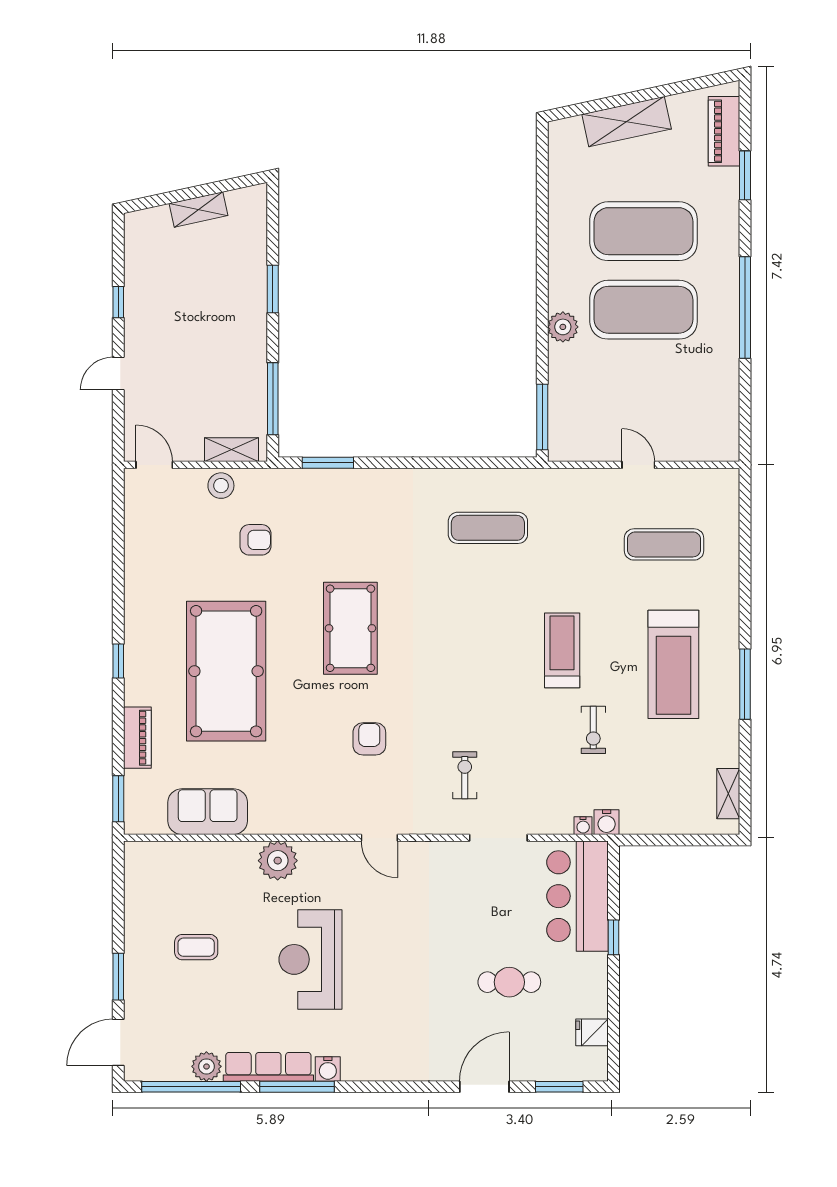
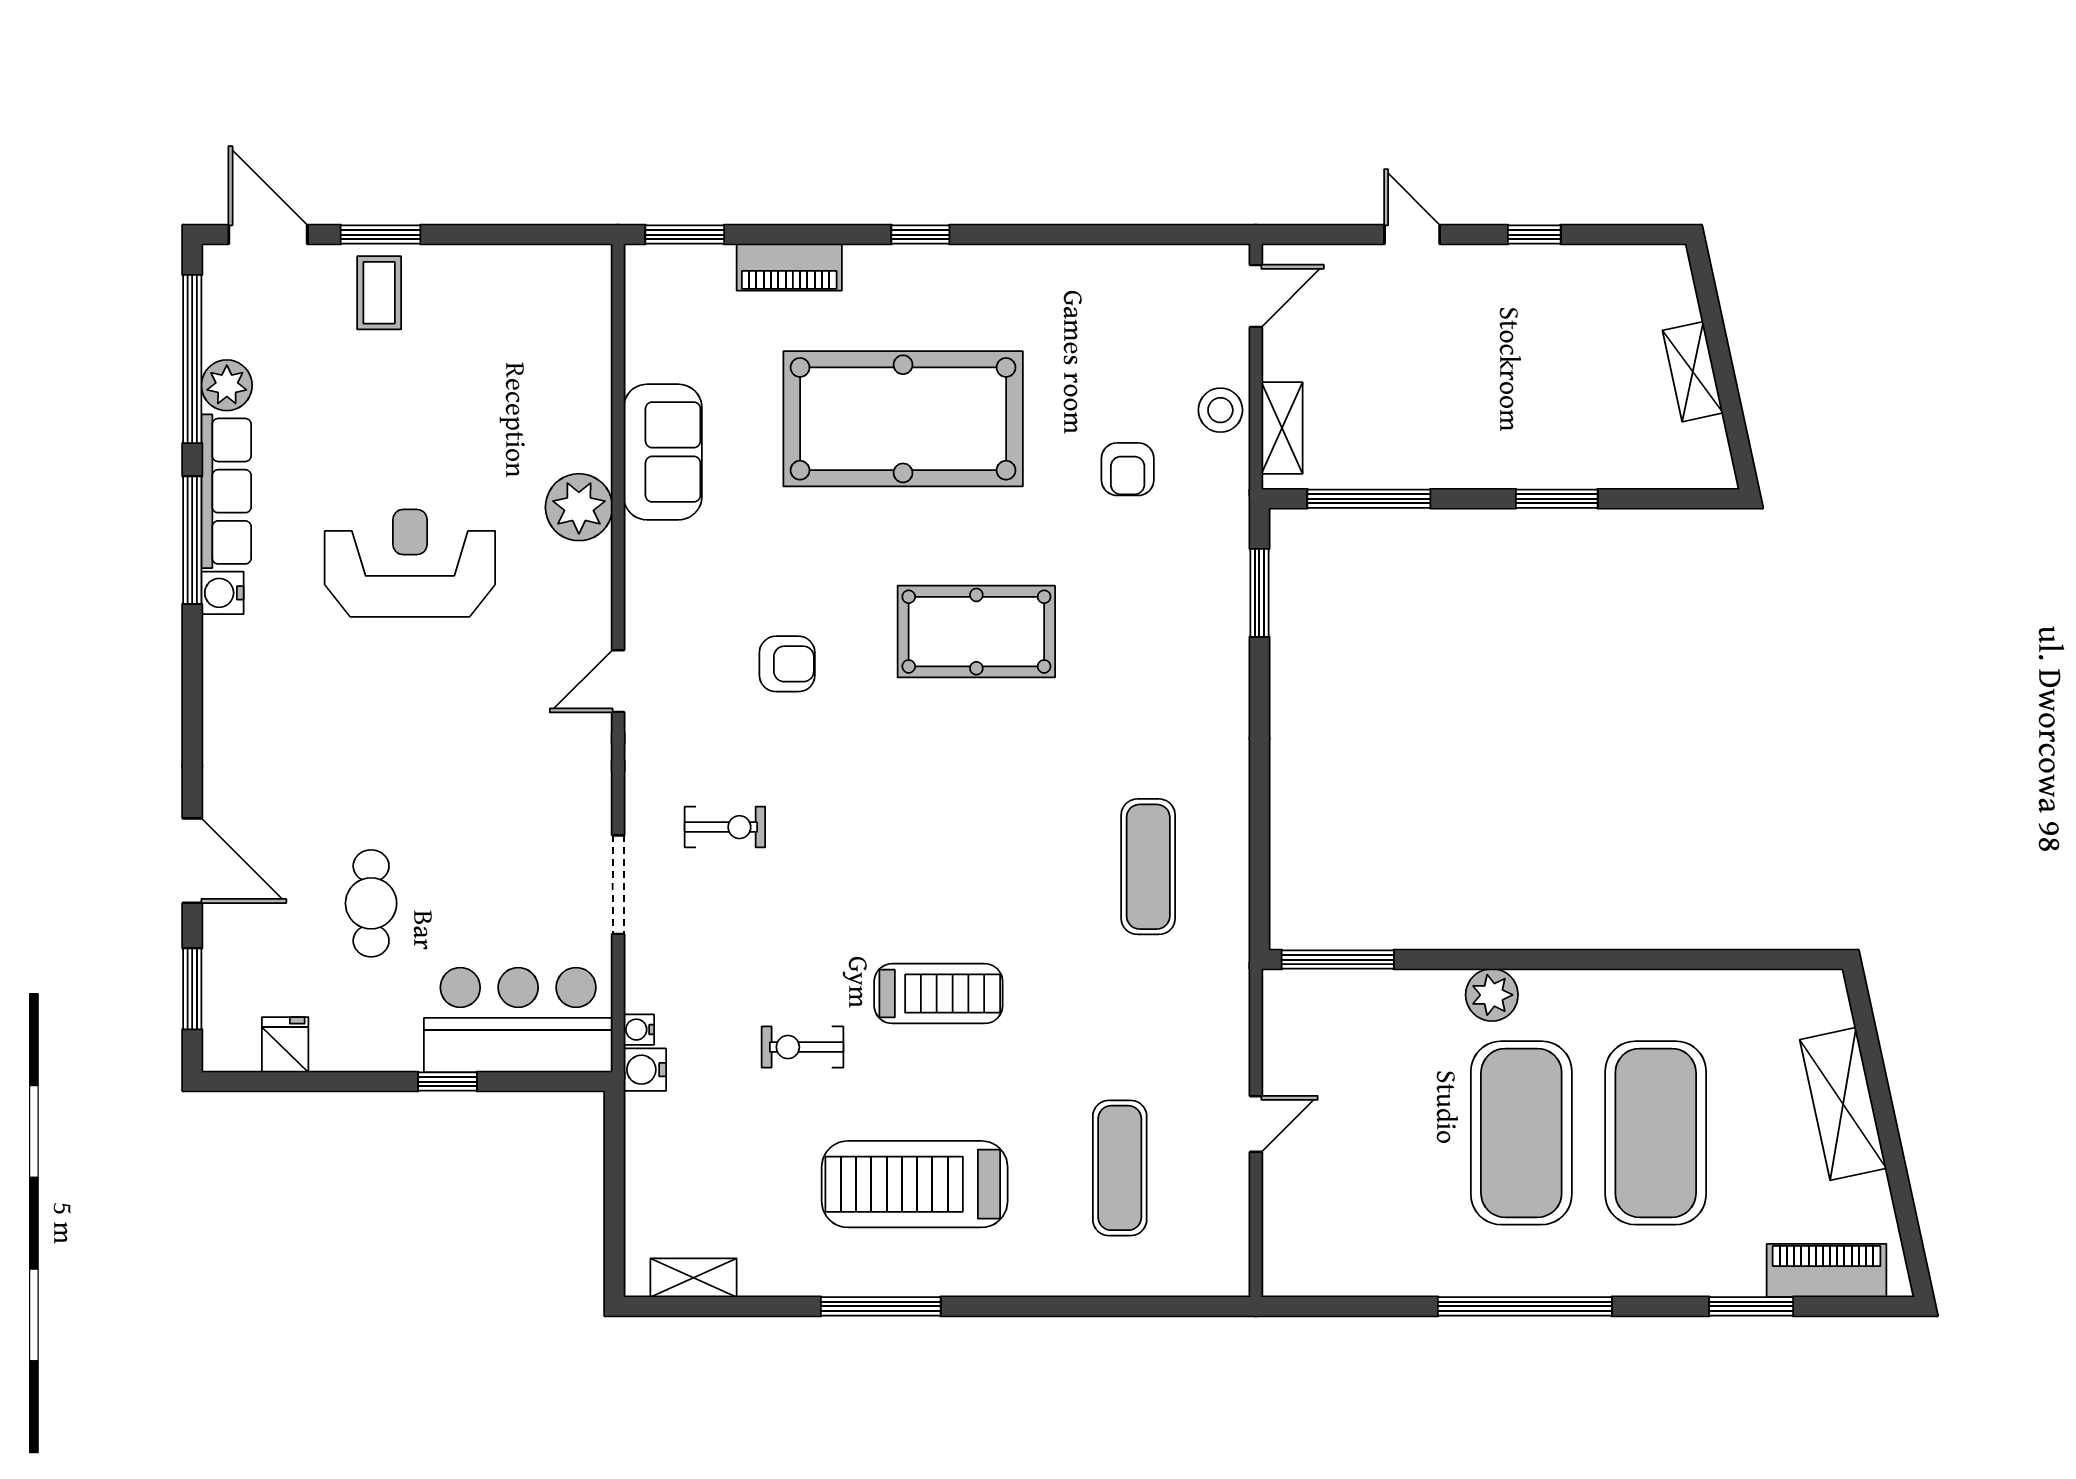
sofa: (208, 812) -> (663, 452), moved
coffee table: (196, 947) -> (379, 293), moved

